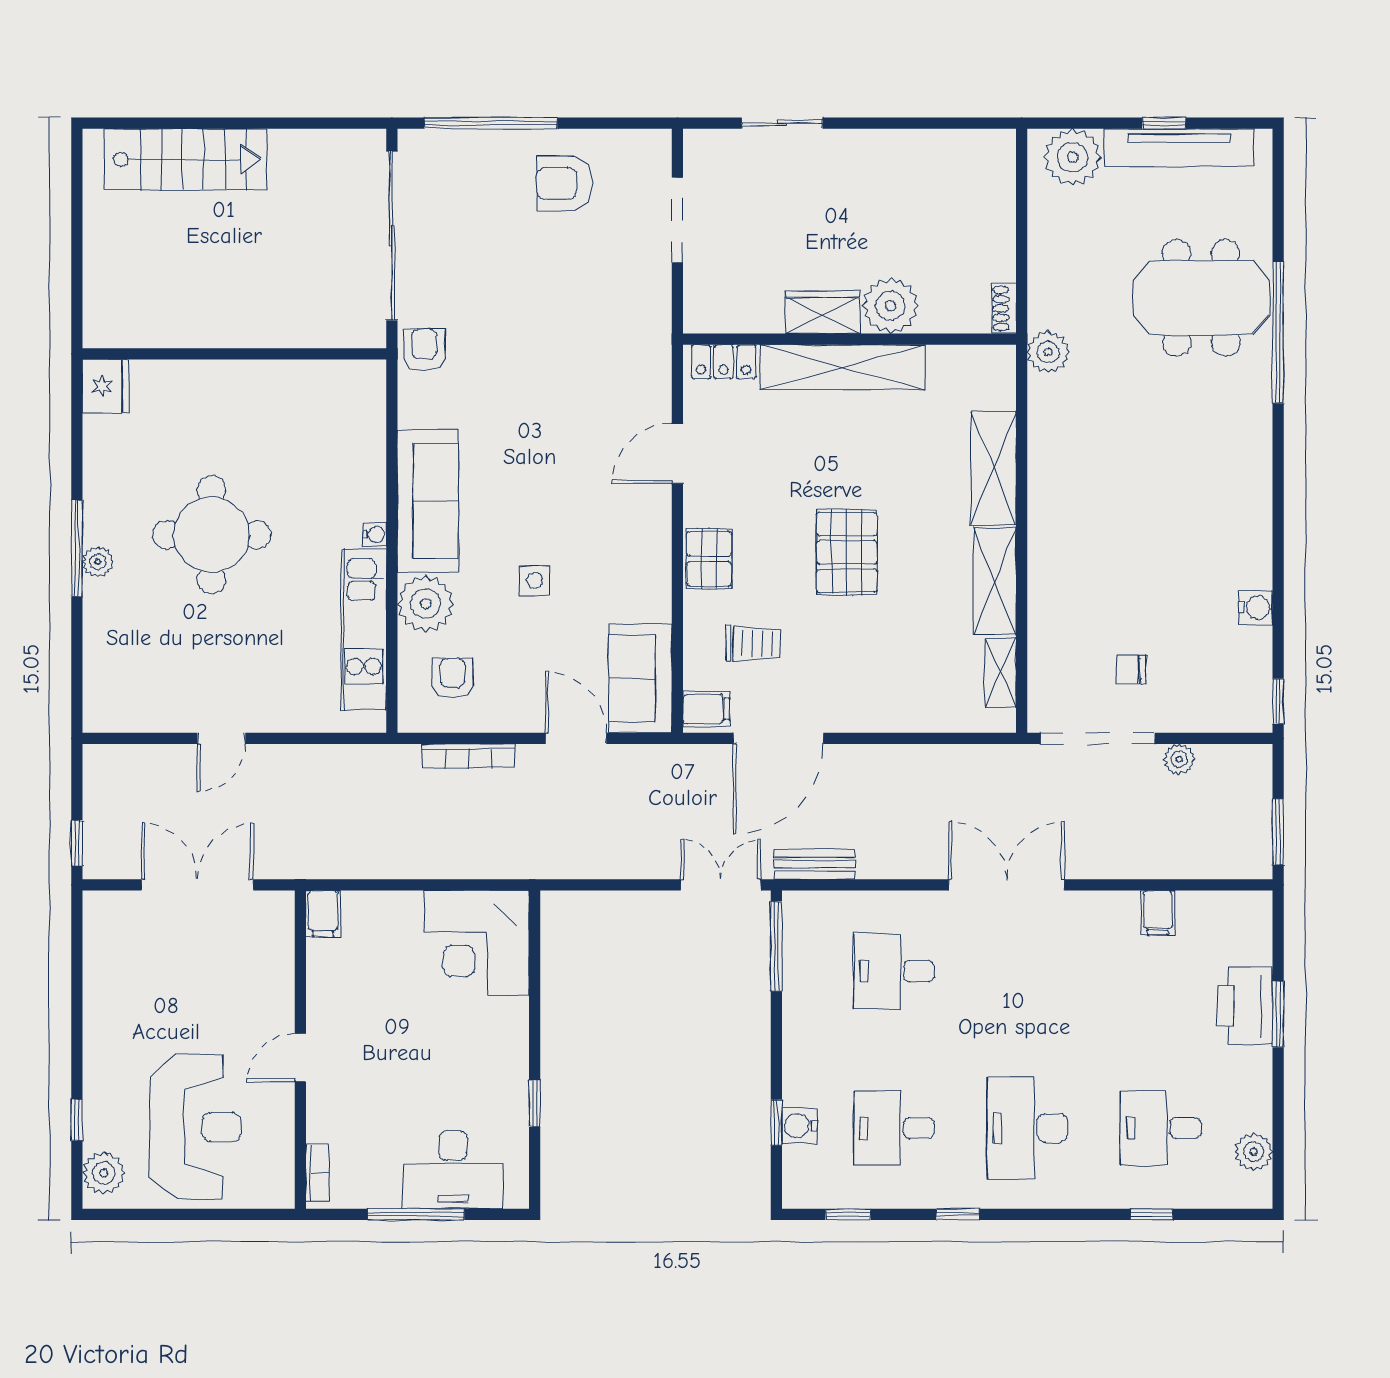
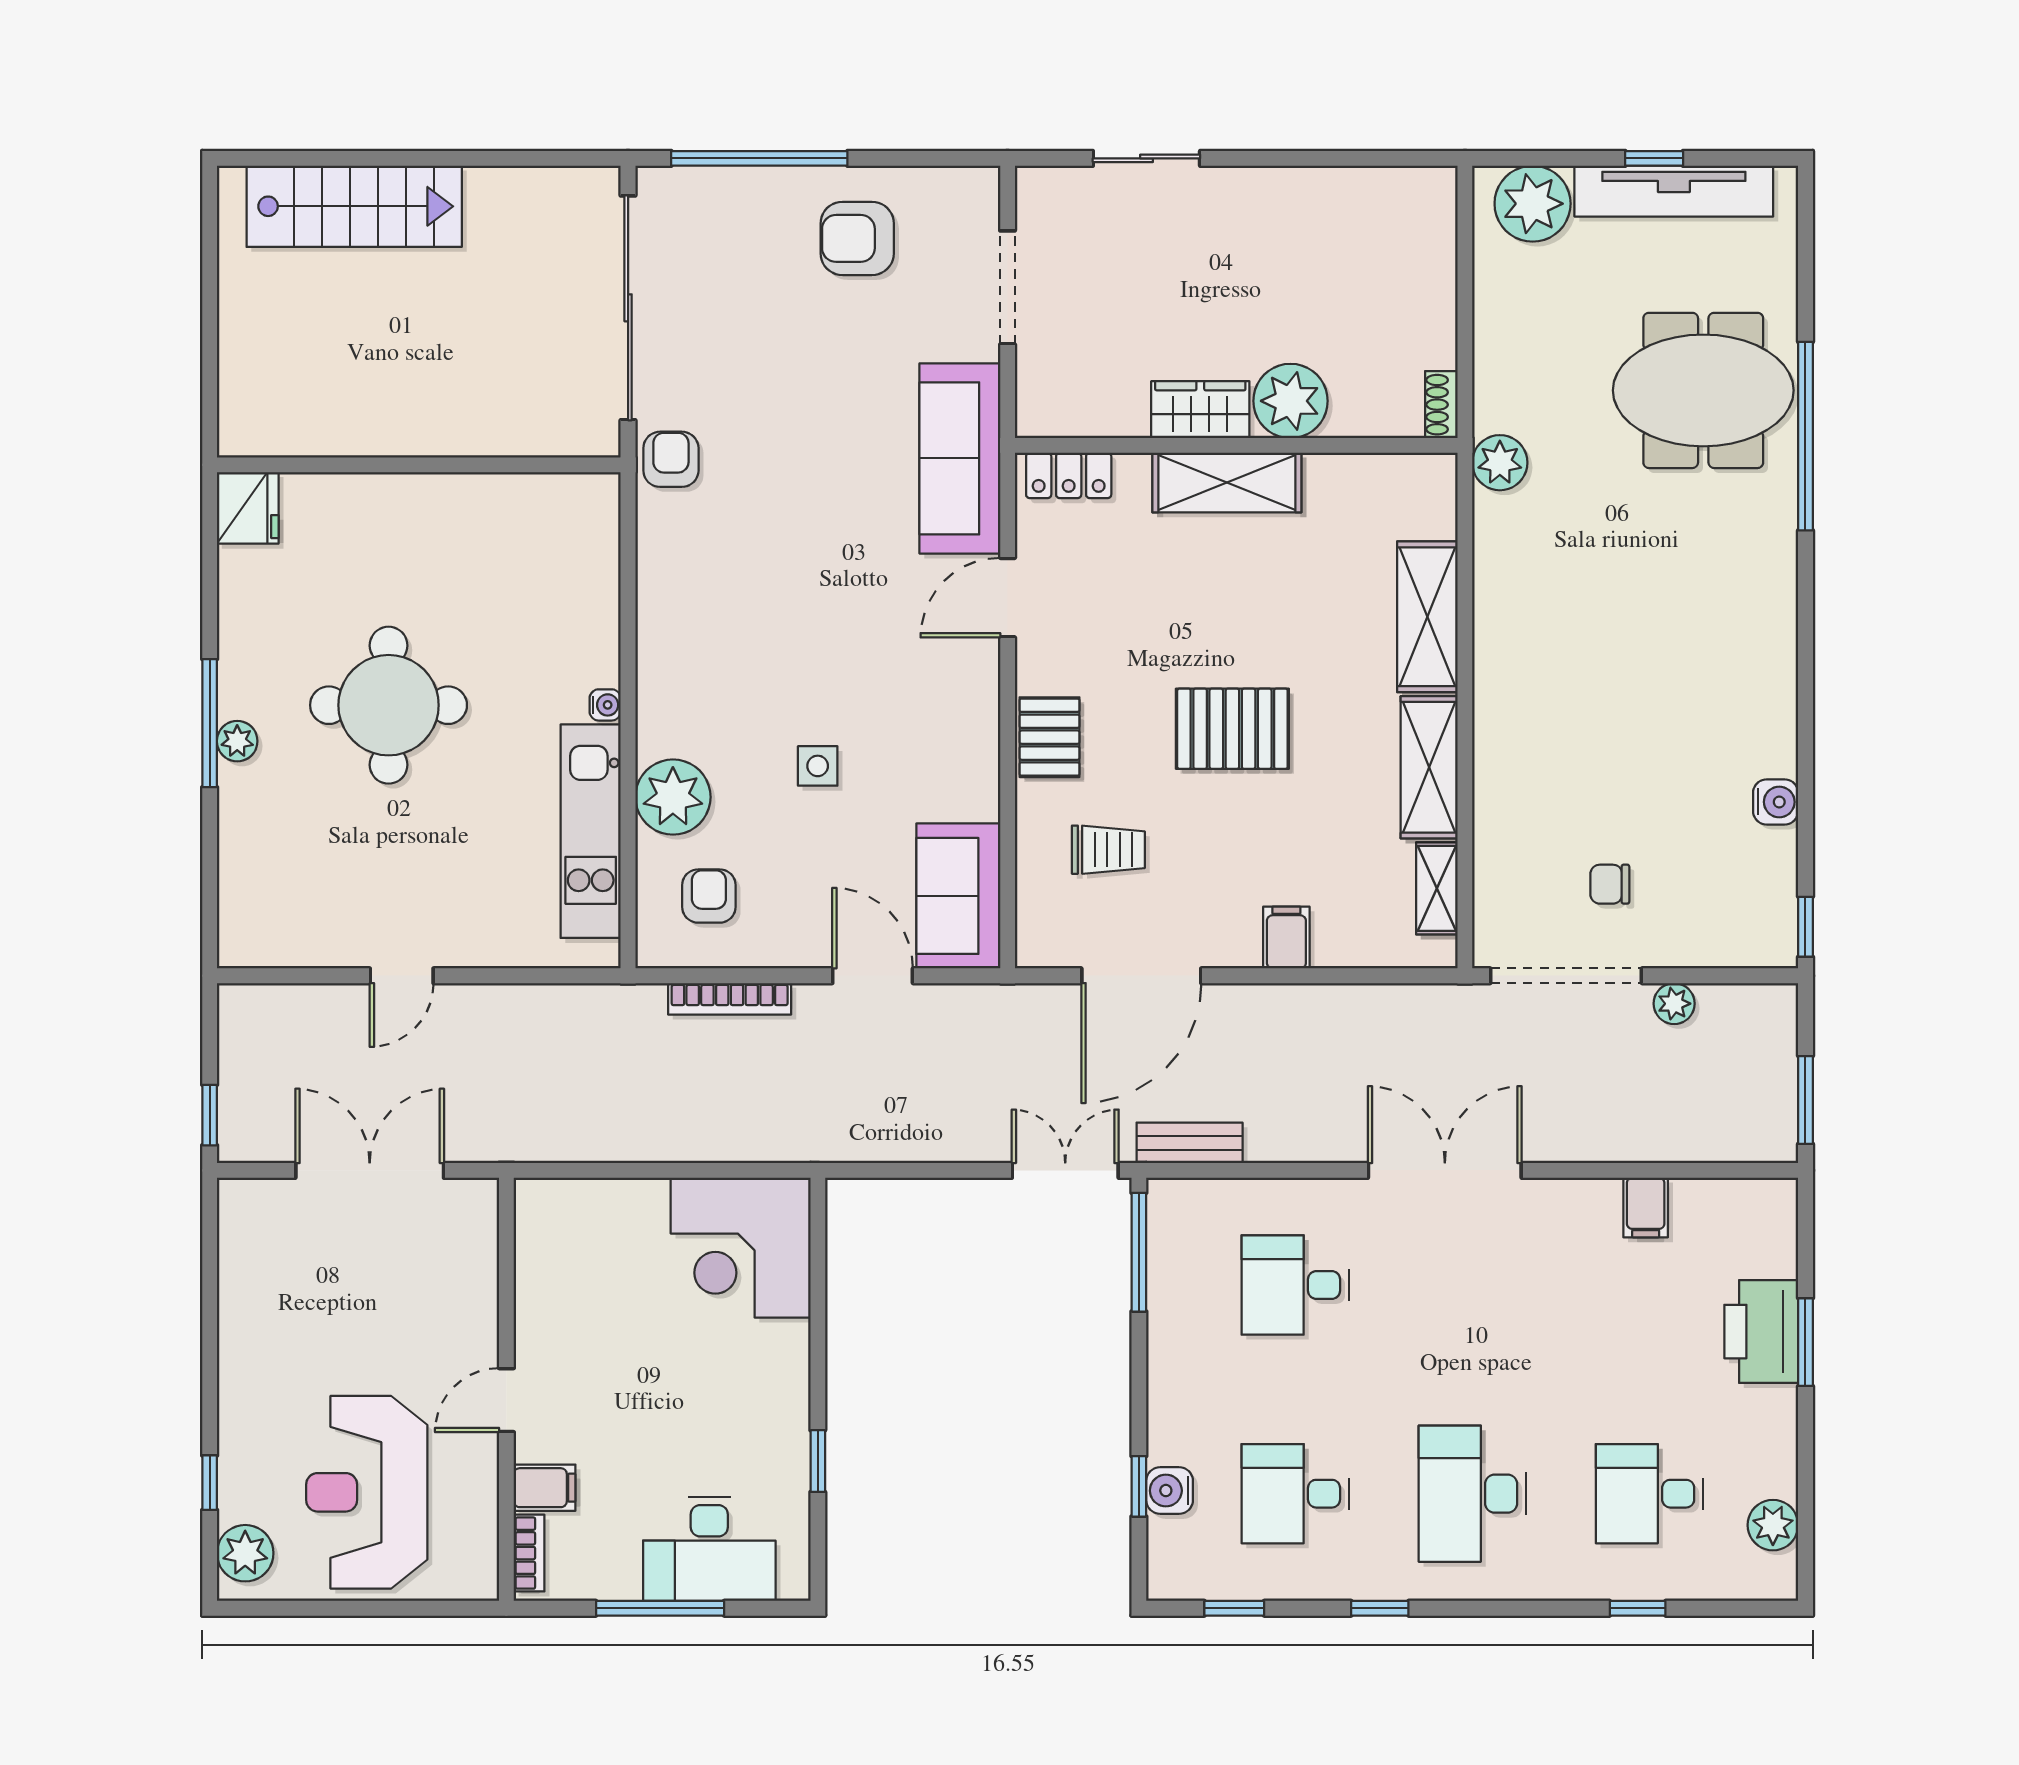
shelving: (843, 367) -> (1227, 483), width x0.68
sofa: (428, 501) -> (960, 458), moved, turned 180
pallet: (847, 552) -> (1232, 729), turned 90
filing cabinet: (706, 709) -> (1286, 937), moved, turned -90
filing cabinet: (323, 914) -> (545, 1488), moved, turned -90
reception desk: (195, 1127) -> (367, 1492), turned 180

